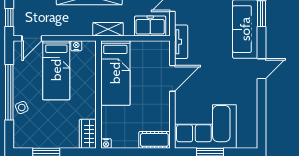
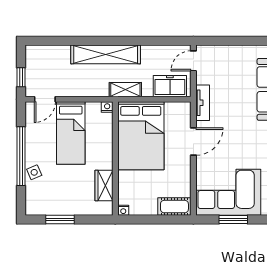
nightstand: (76, 46) -> (107, 107), moved
bed: (115, 73) -> (141, 136), width x1.50
wardrobe: (88, 134) -> (104, 186), moved

